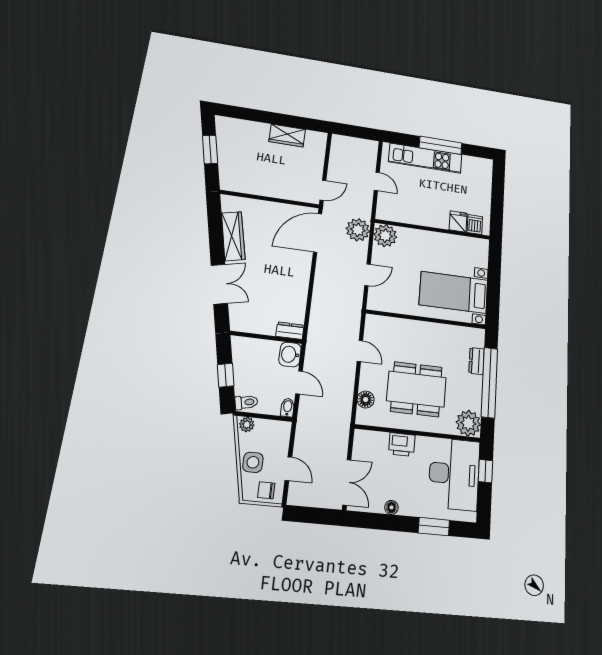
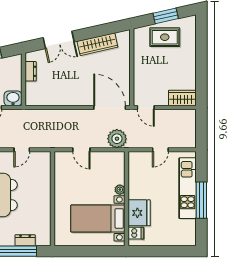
wardrobe: (287, 135) -> (182, 98), moved, turned 90
rug: (237, 155) -> (165, 37), added
fridge: (458, 222) -> (139, 213), width x1.88, depth x1.34
plant: (385, 236) -> (120, 190), moved, width x0.53, depth x0.53
bed with nightstands: (454, 292) -> (98, 218), moved, turned -90
dresser: (290, 331) -> (31, 71), moved

